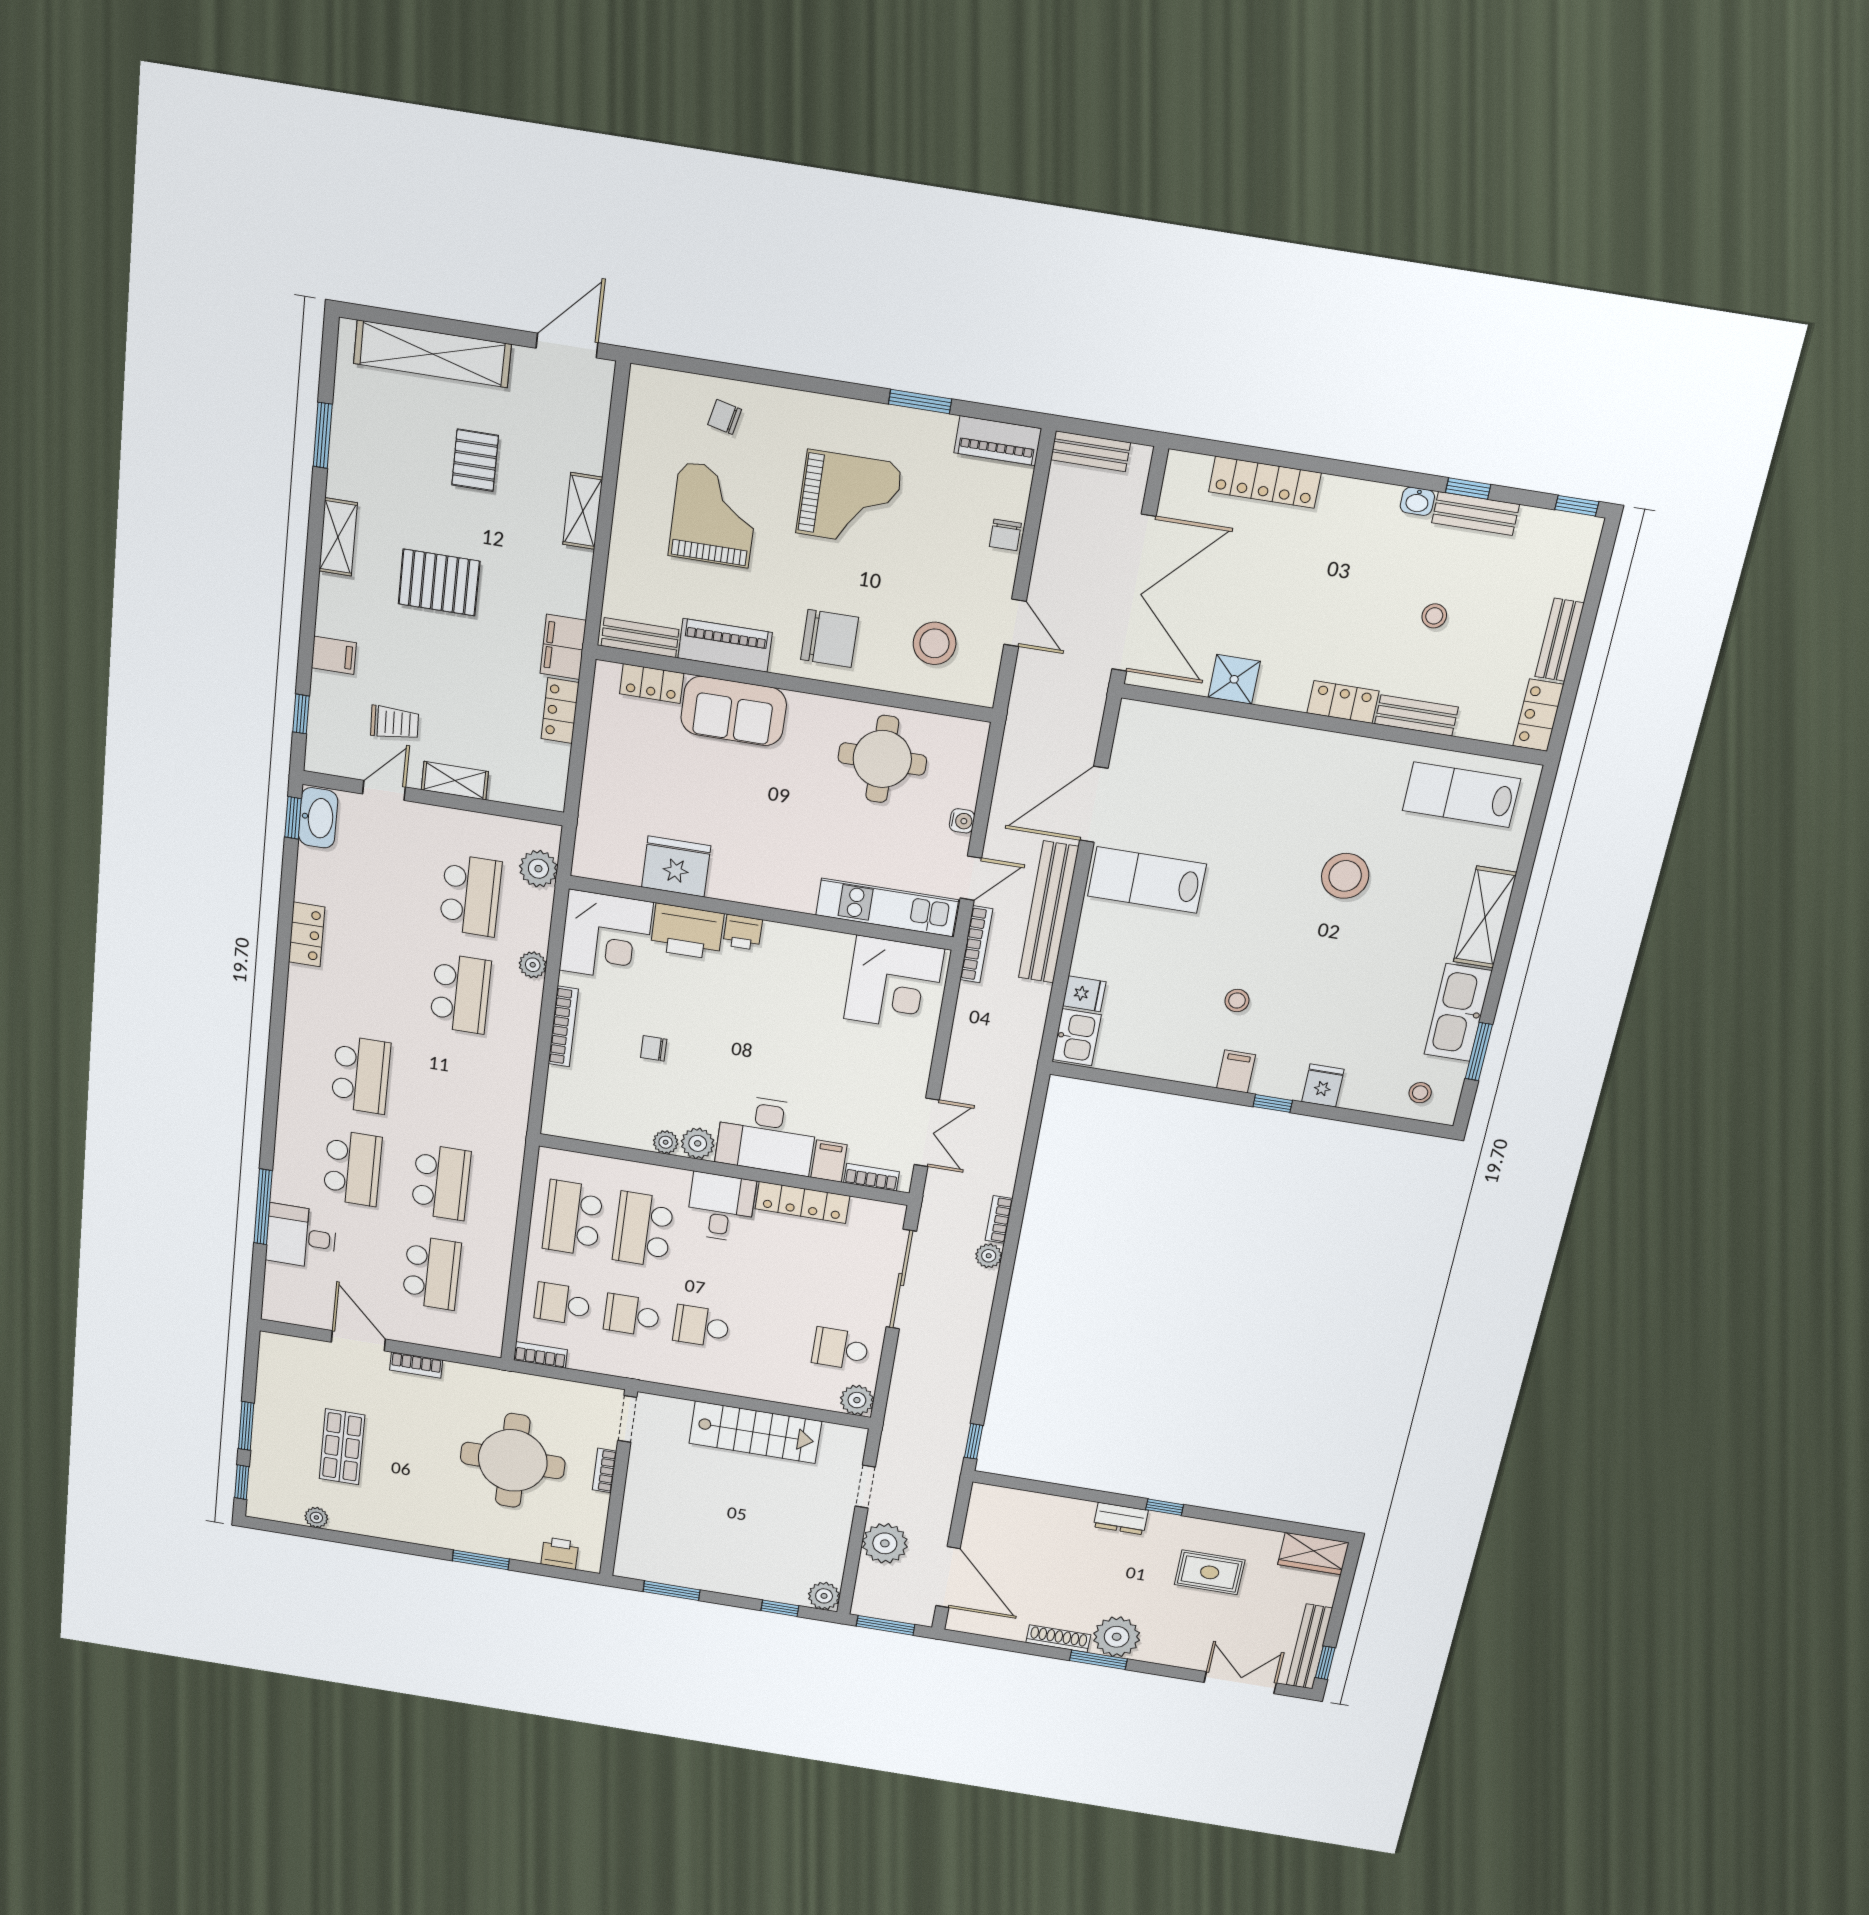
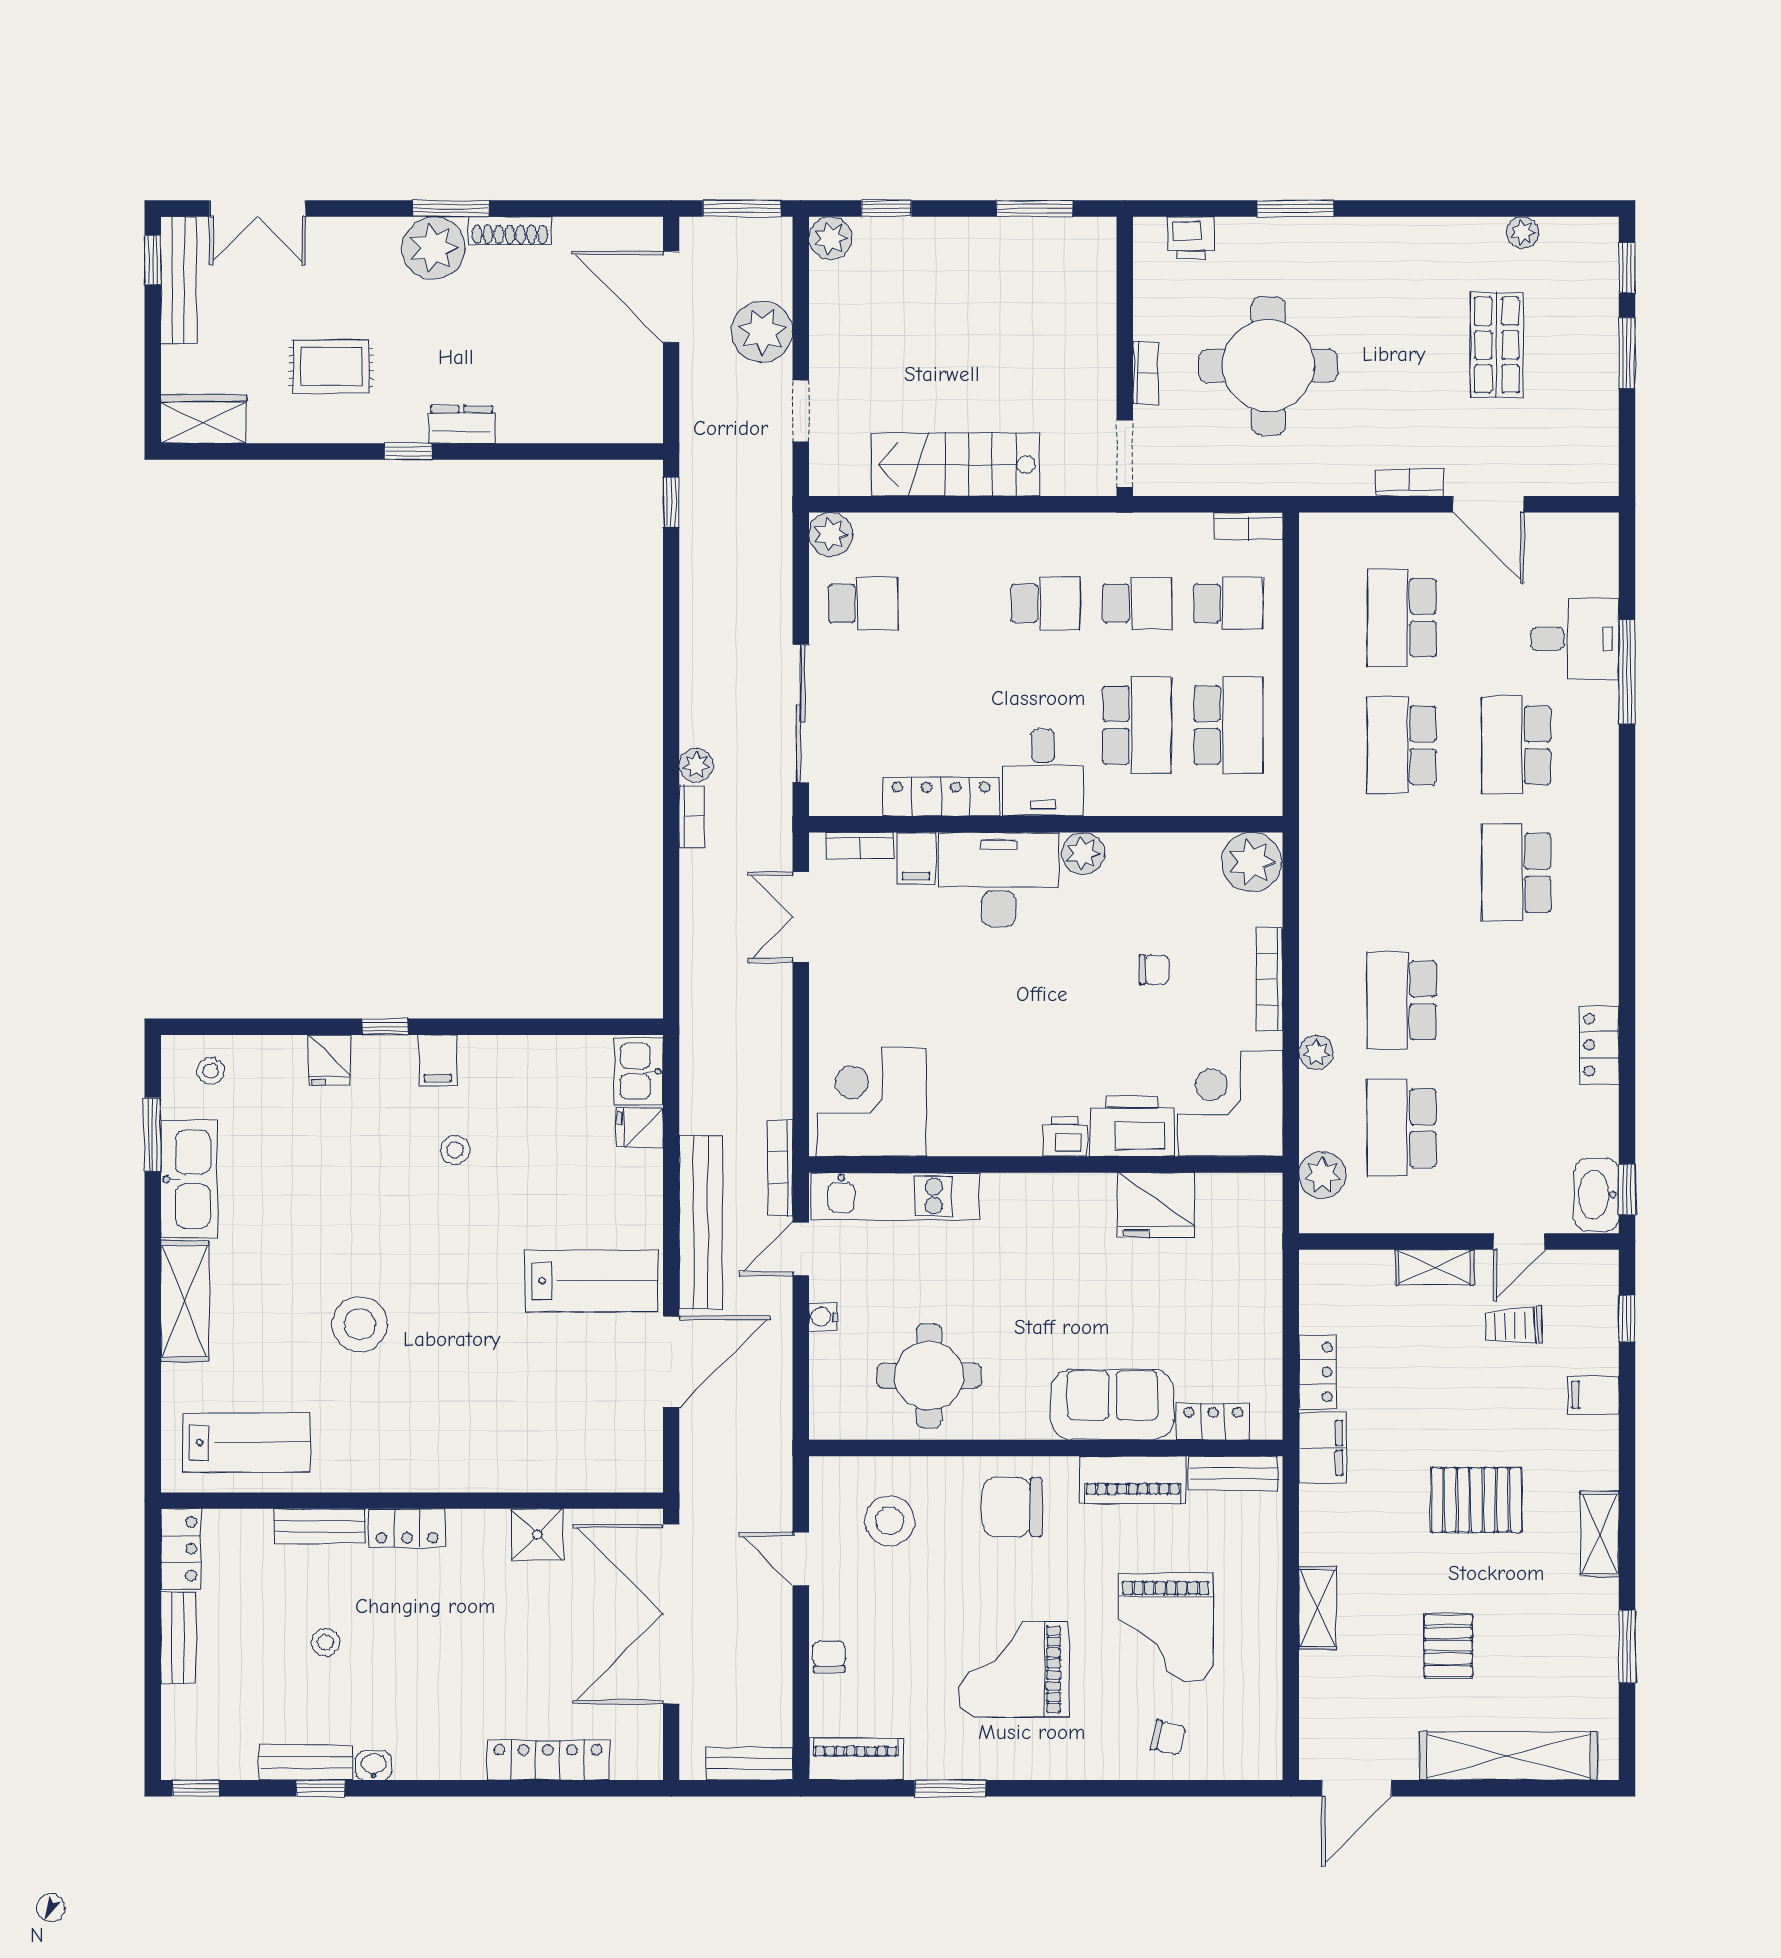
plant: (666, 1142) -> (1252, 862), moved, width x1.87, depth x1.87

